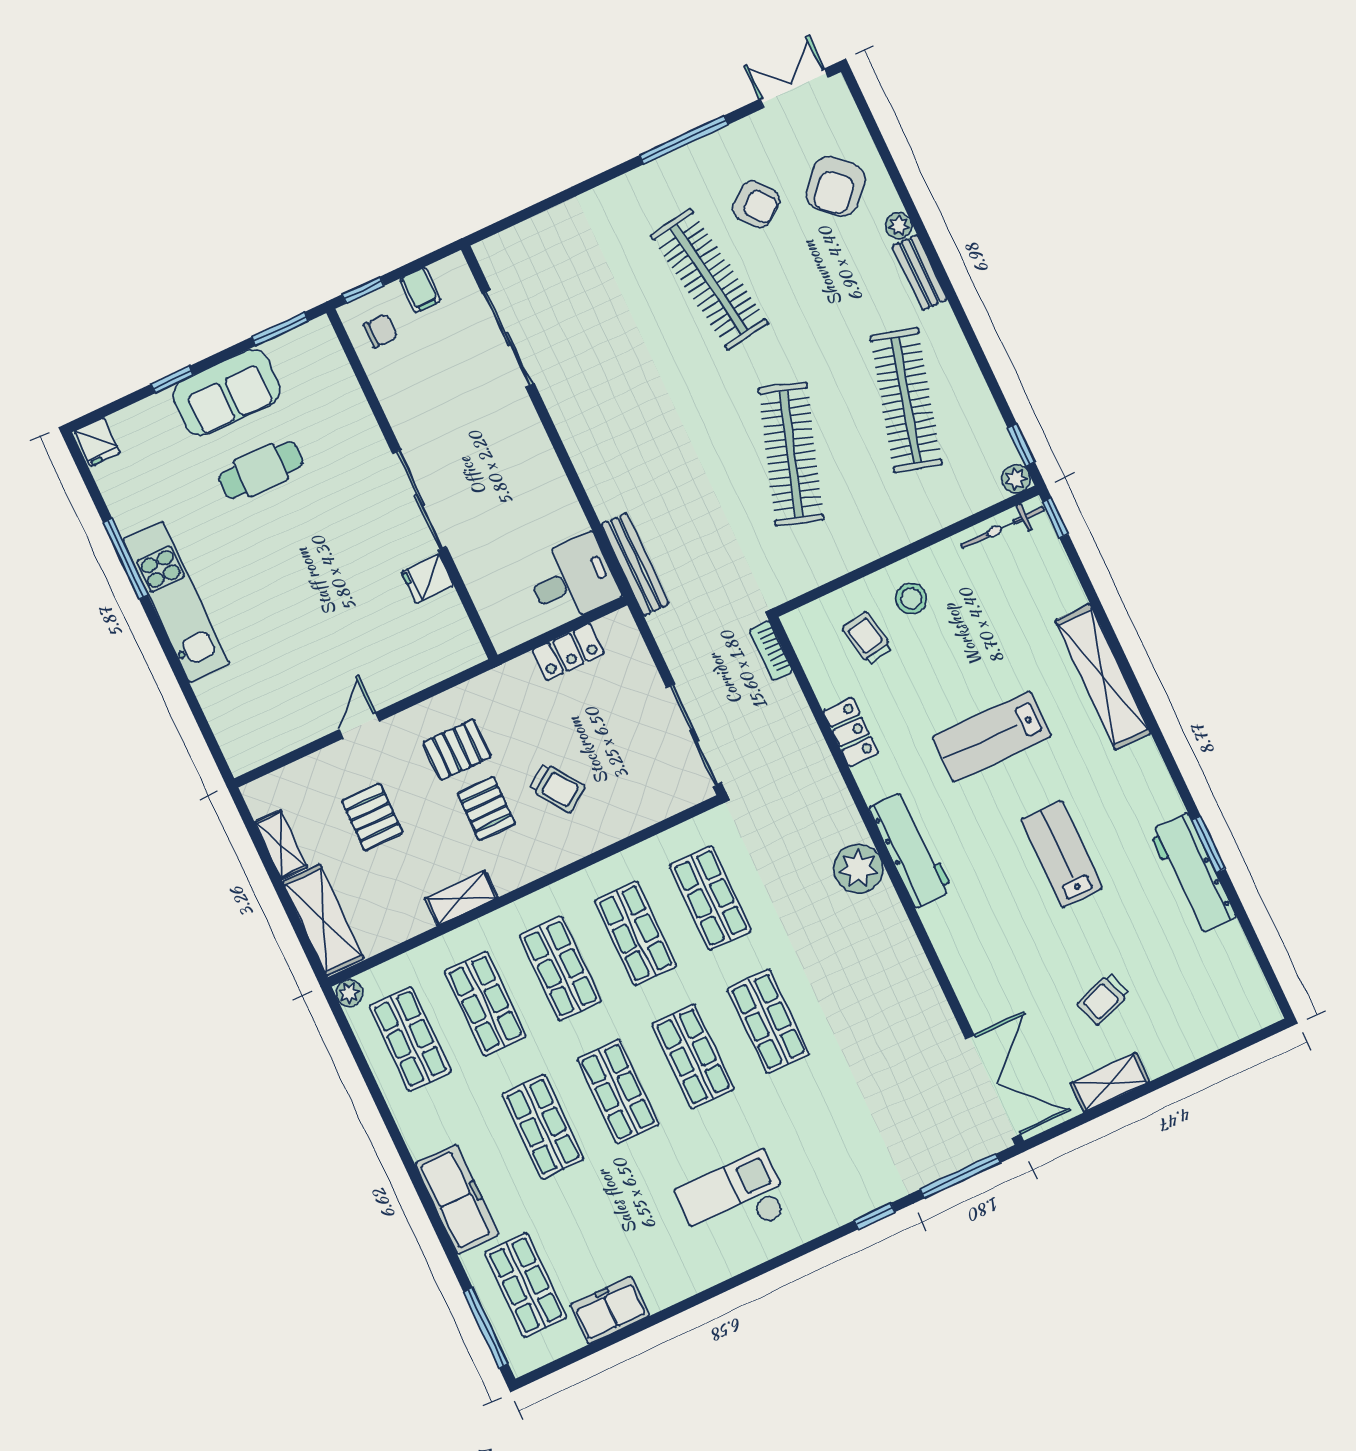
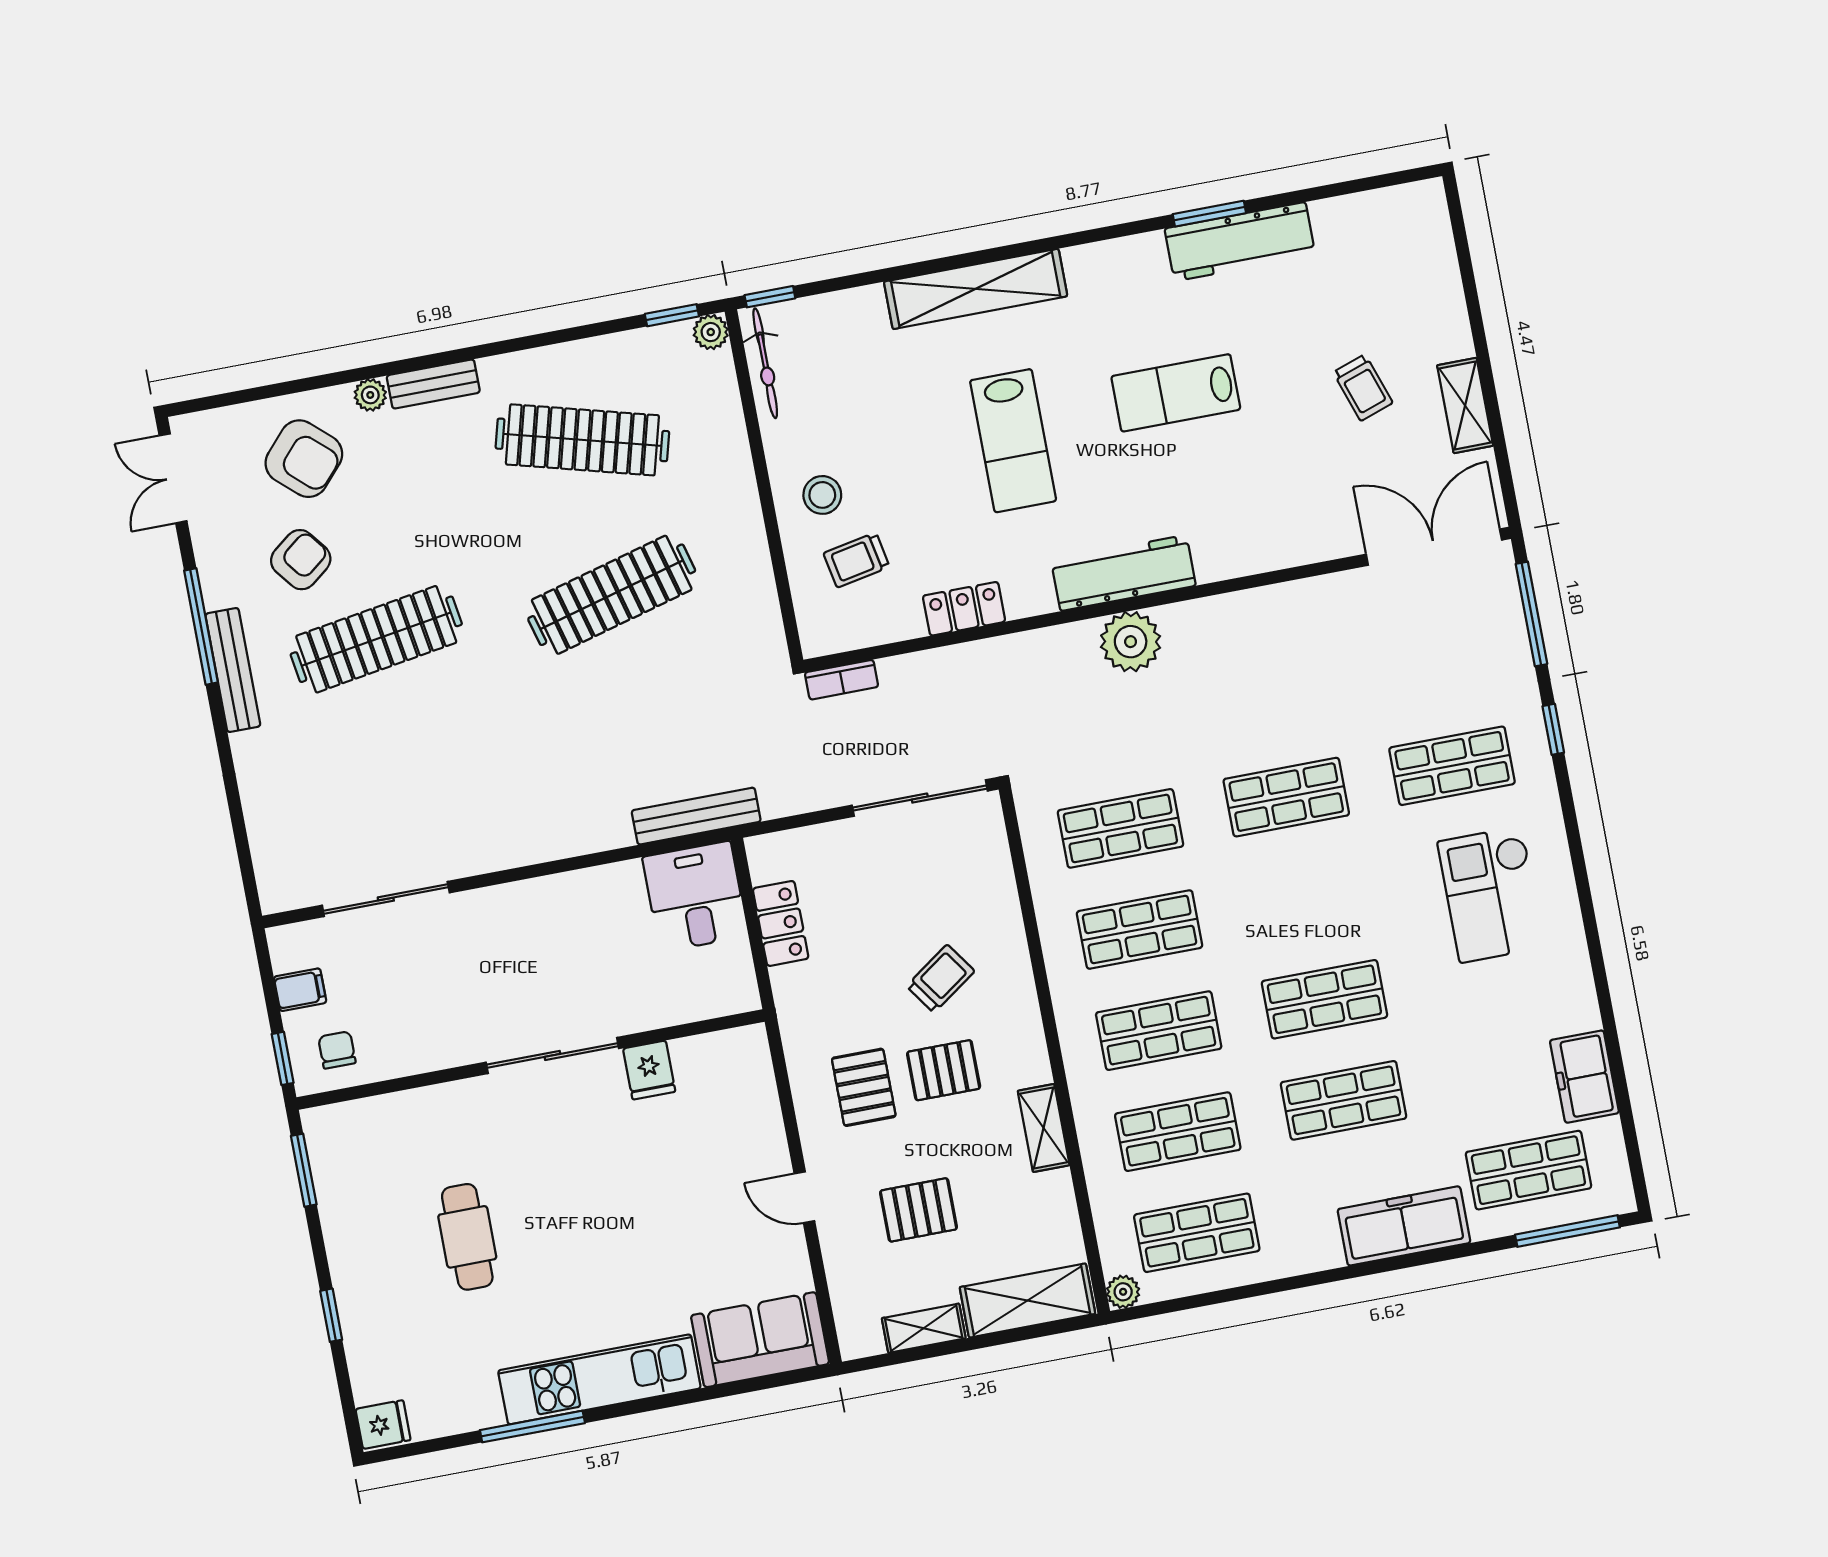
bench: (656, 173) -> (233, 670), added
sofa: (227, 392) -> (760, 1340), moved, turned -90
clothes rail: (791, 454) -> (612, 595), turned -33
shop shelf: (693, 1056) -> (1452, 766), moved

